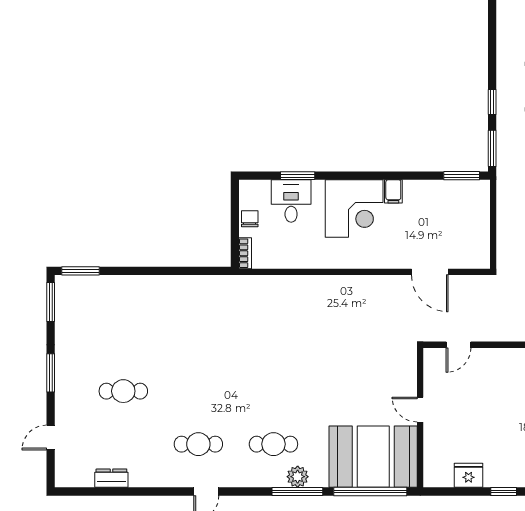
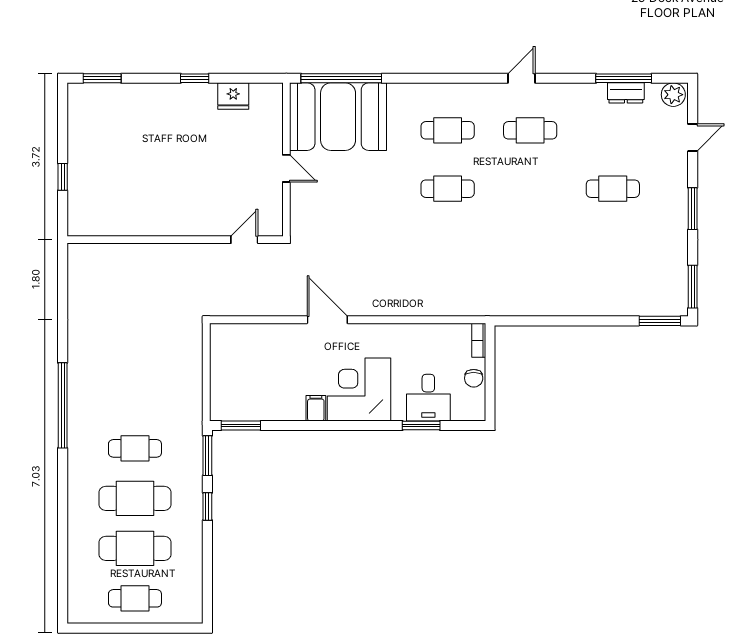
door: (430, 272) -> (327, 320), moved
cafe table: (273, 391) -> (448, 189), added
plant: (298, 477) -> (673, 95), moved
window: (297, 492) -> (624, 78), moved

